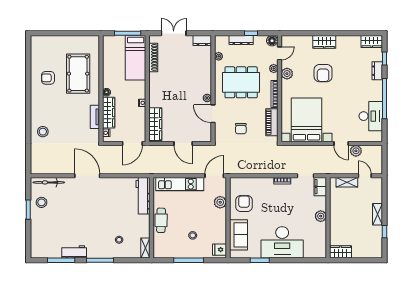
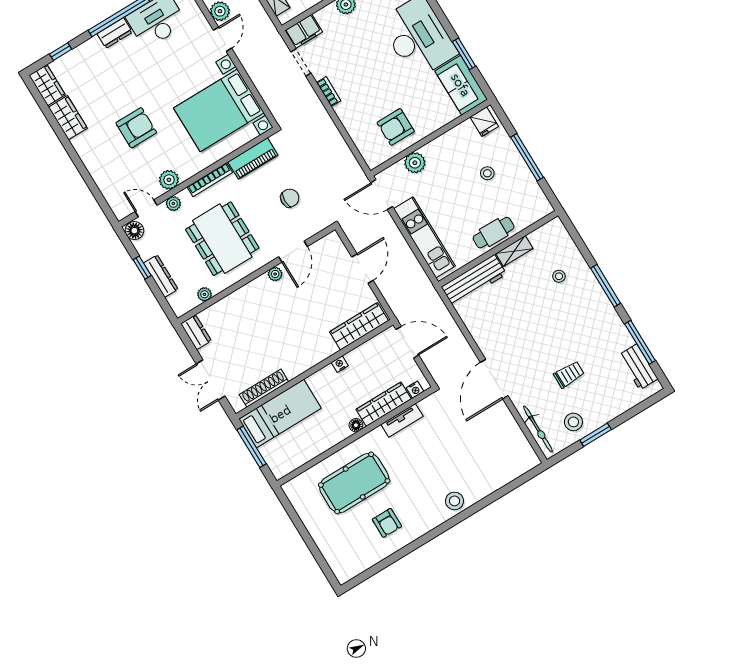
wardrobe: (324, 42) -> (68, 118), moved
dresser: (377, 71) -> (115, 33), moved
stool: (43, 132) -> (454, 501), moved
trolley: (67, 215) -> (569, 375), added
sofa: (238, 235) -> (461, 85), moved, turned -90
shelving: (145, 248) -> (514, 251), moved
workbench: (74, 252) -> (638, 367), moved

